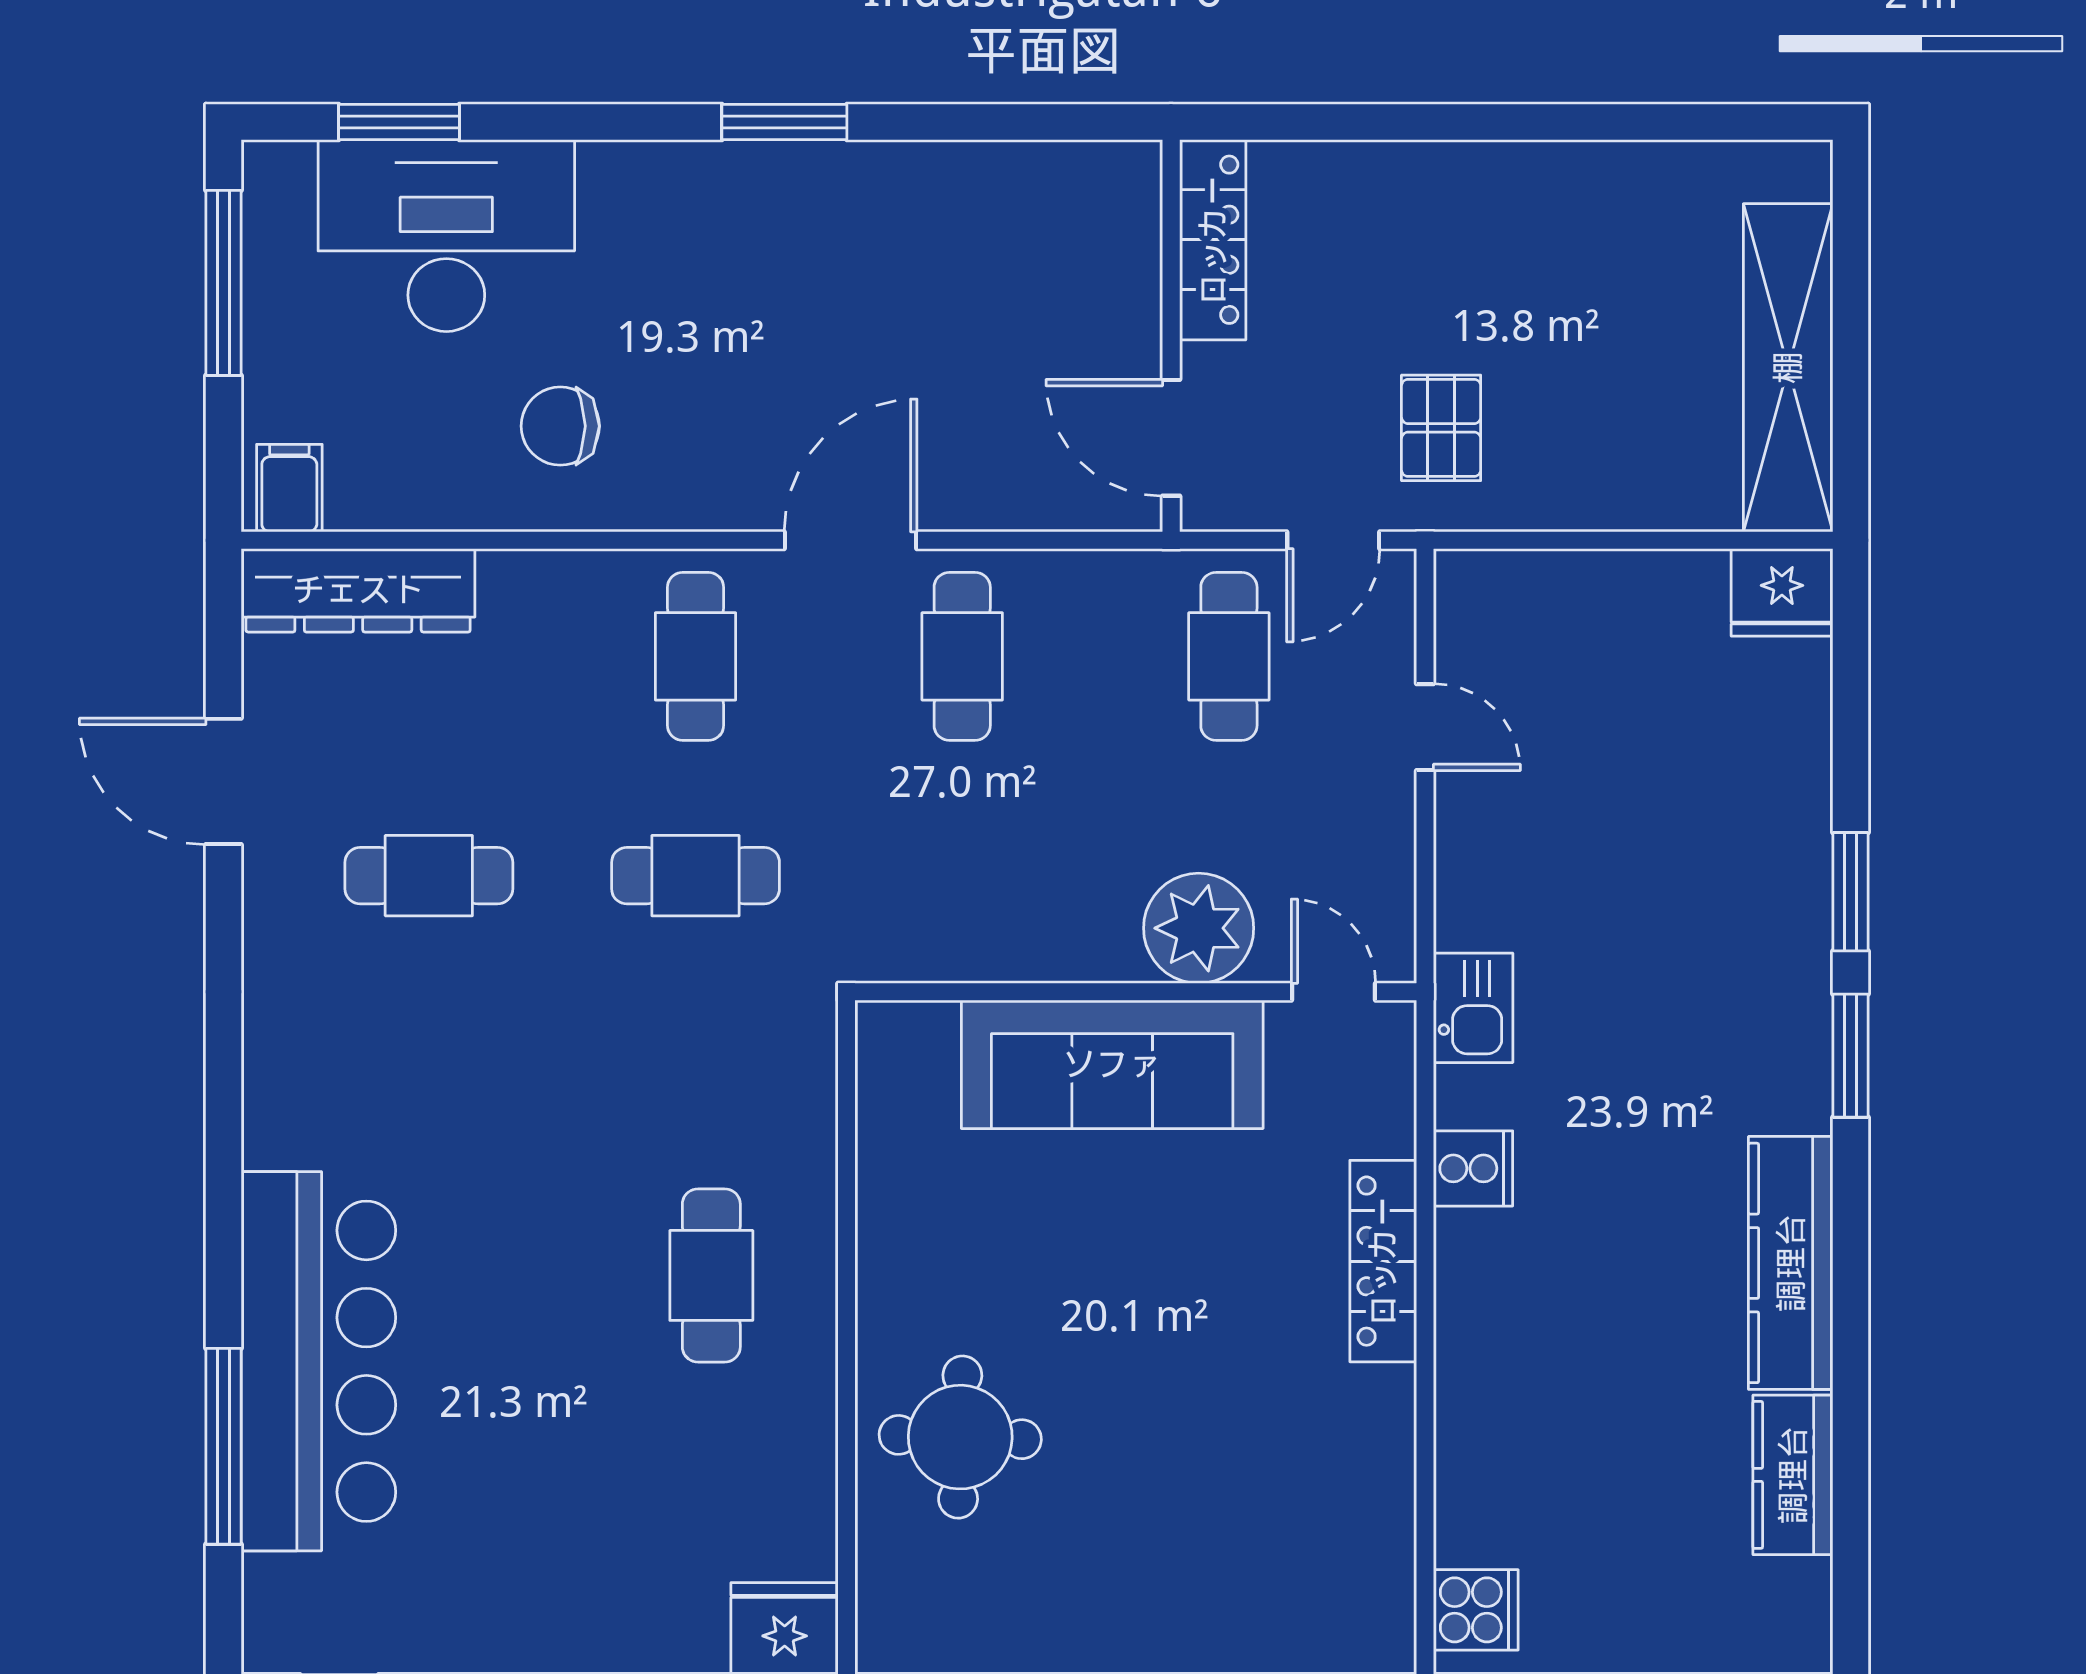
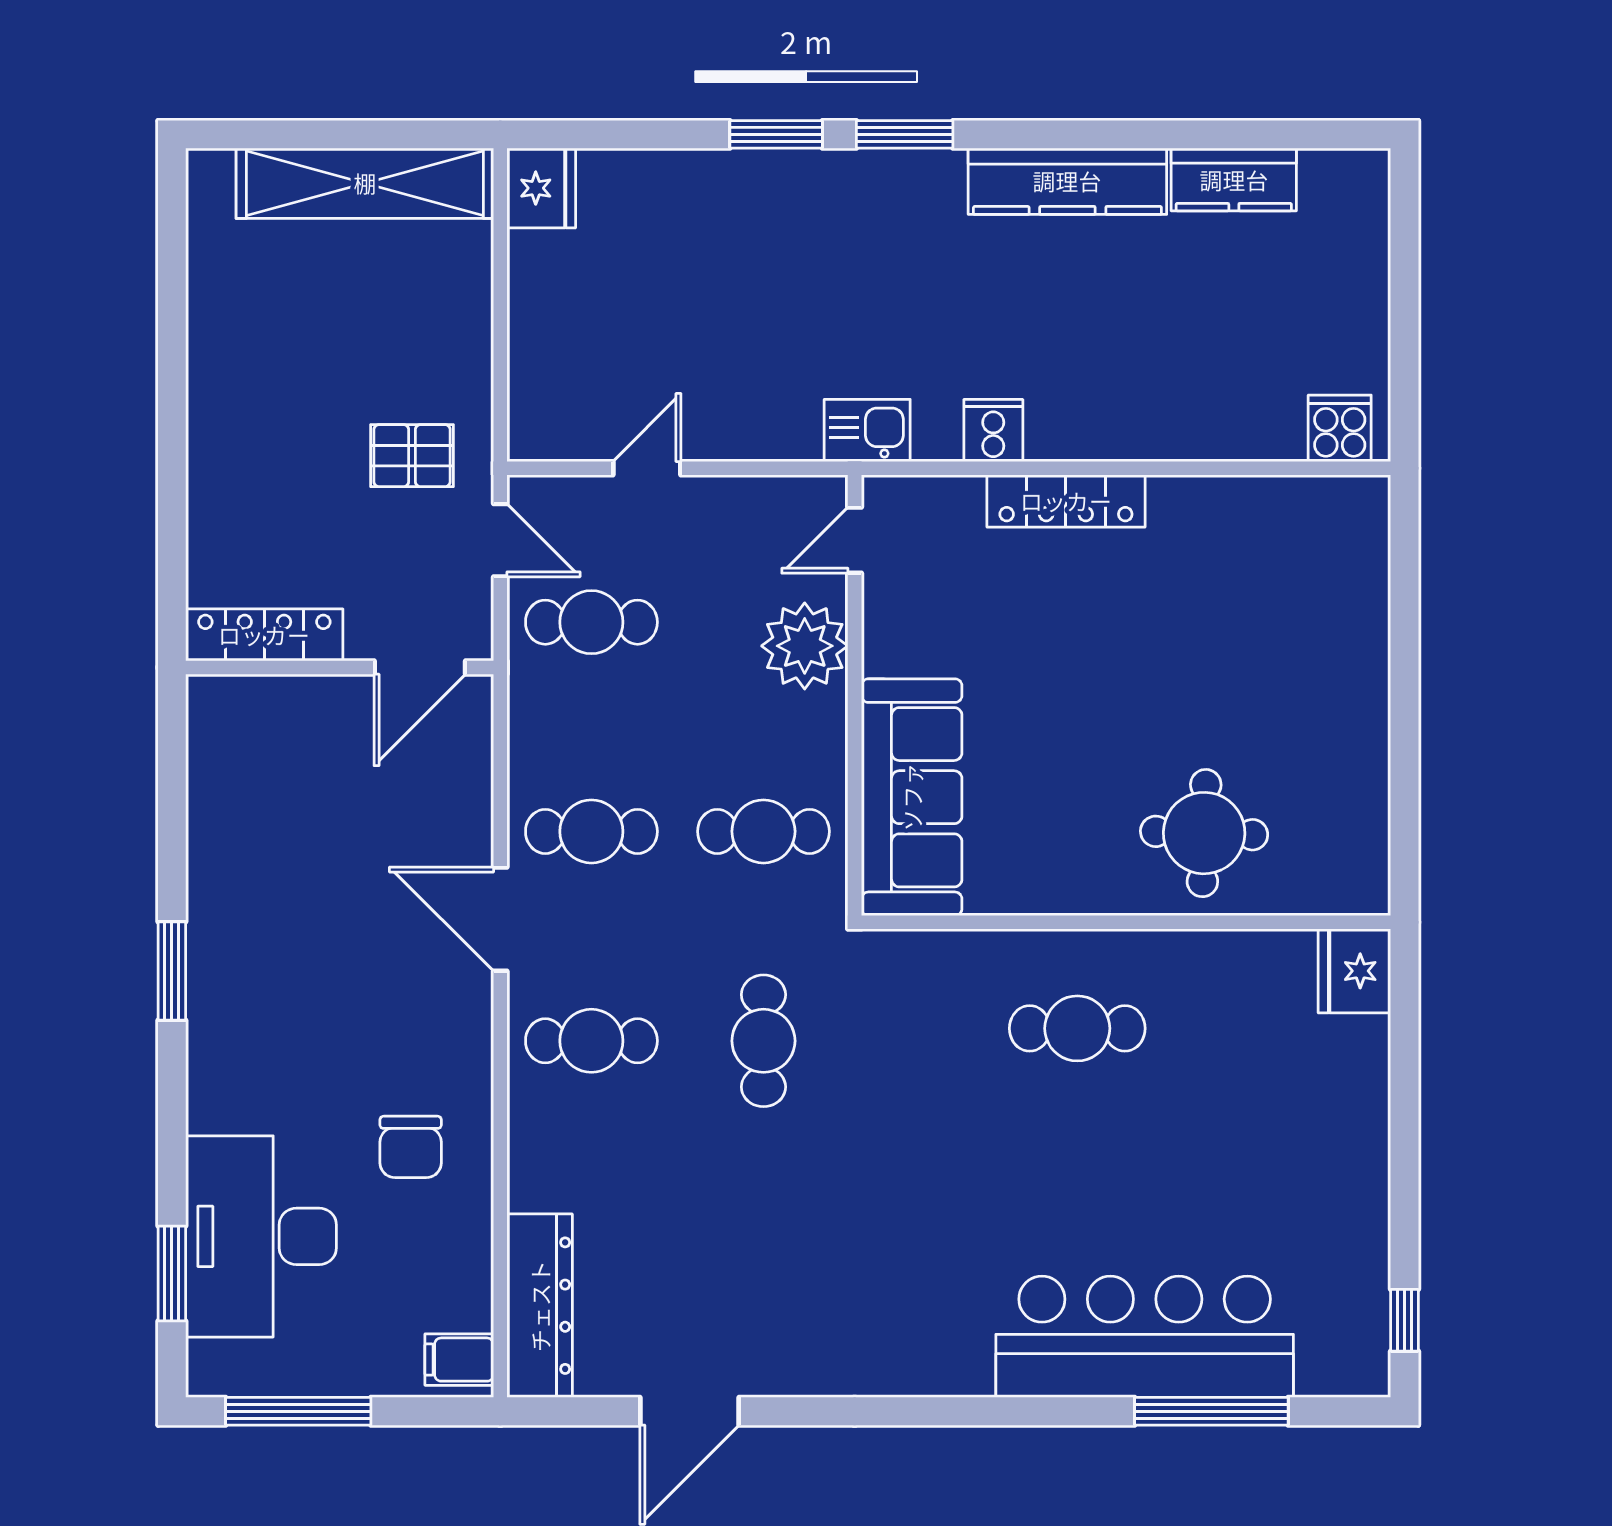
cafe table: (429, 876) -> (763, 831), moved, turned 90
sofa: (1112, 1064) -> (912, 797), moved

